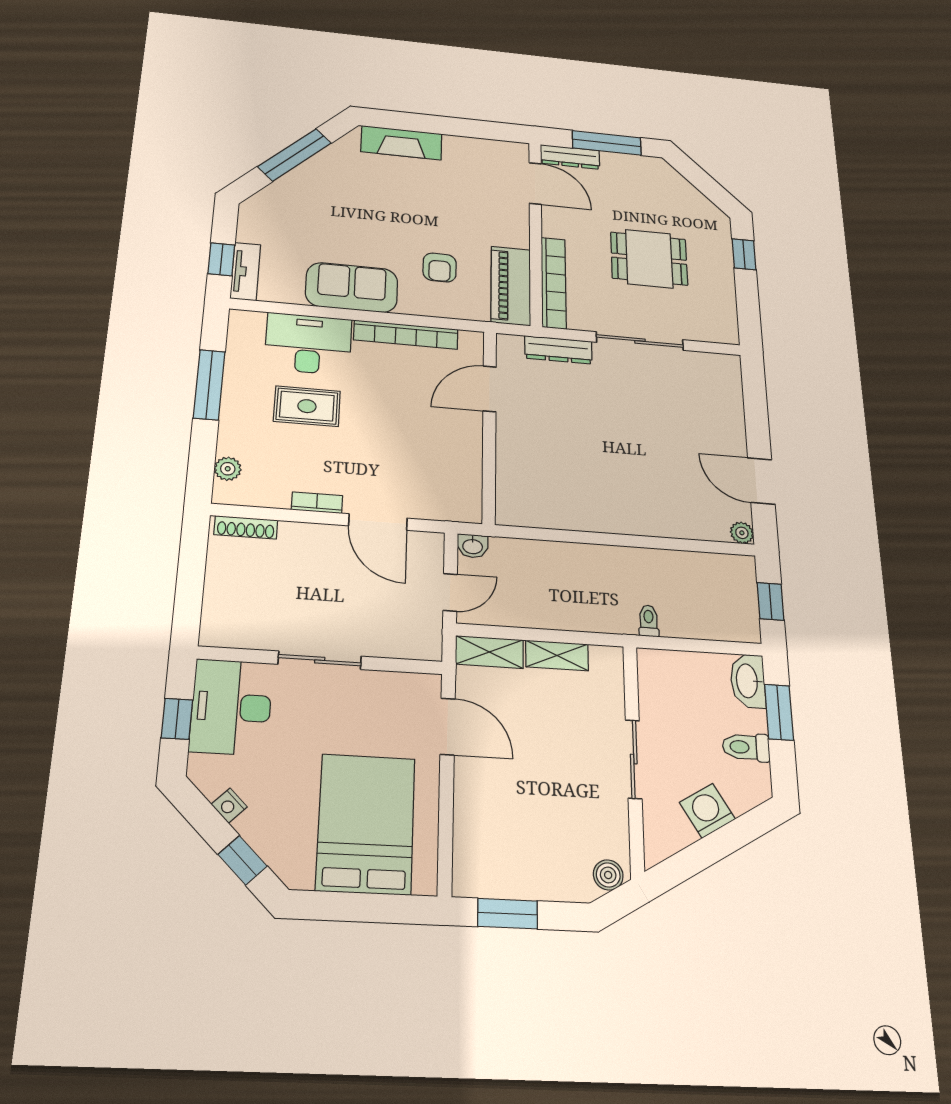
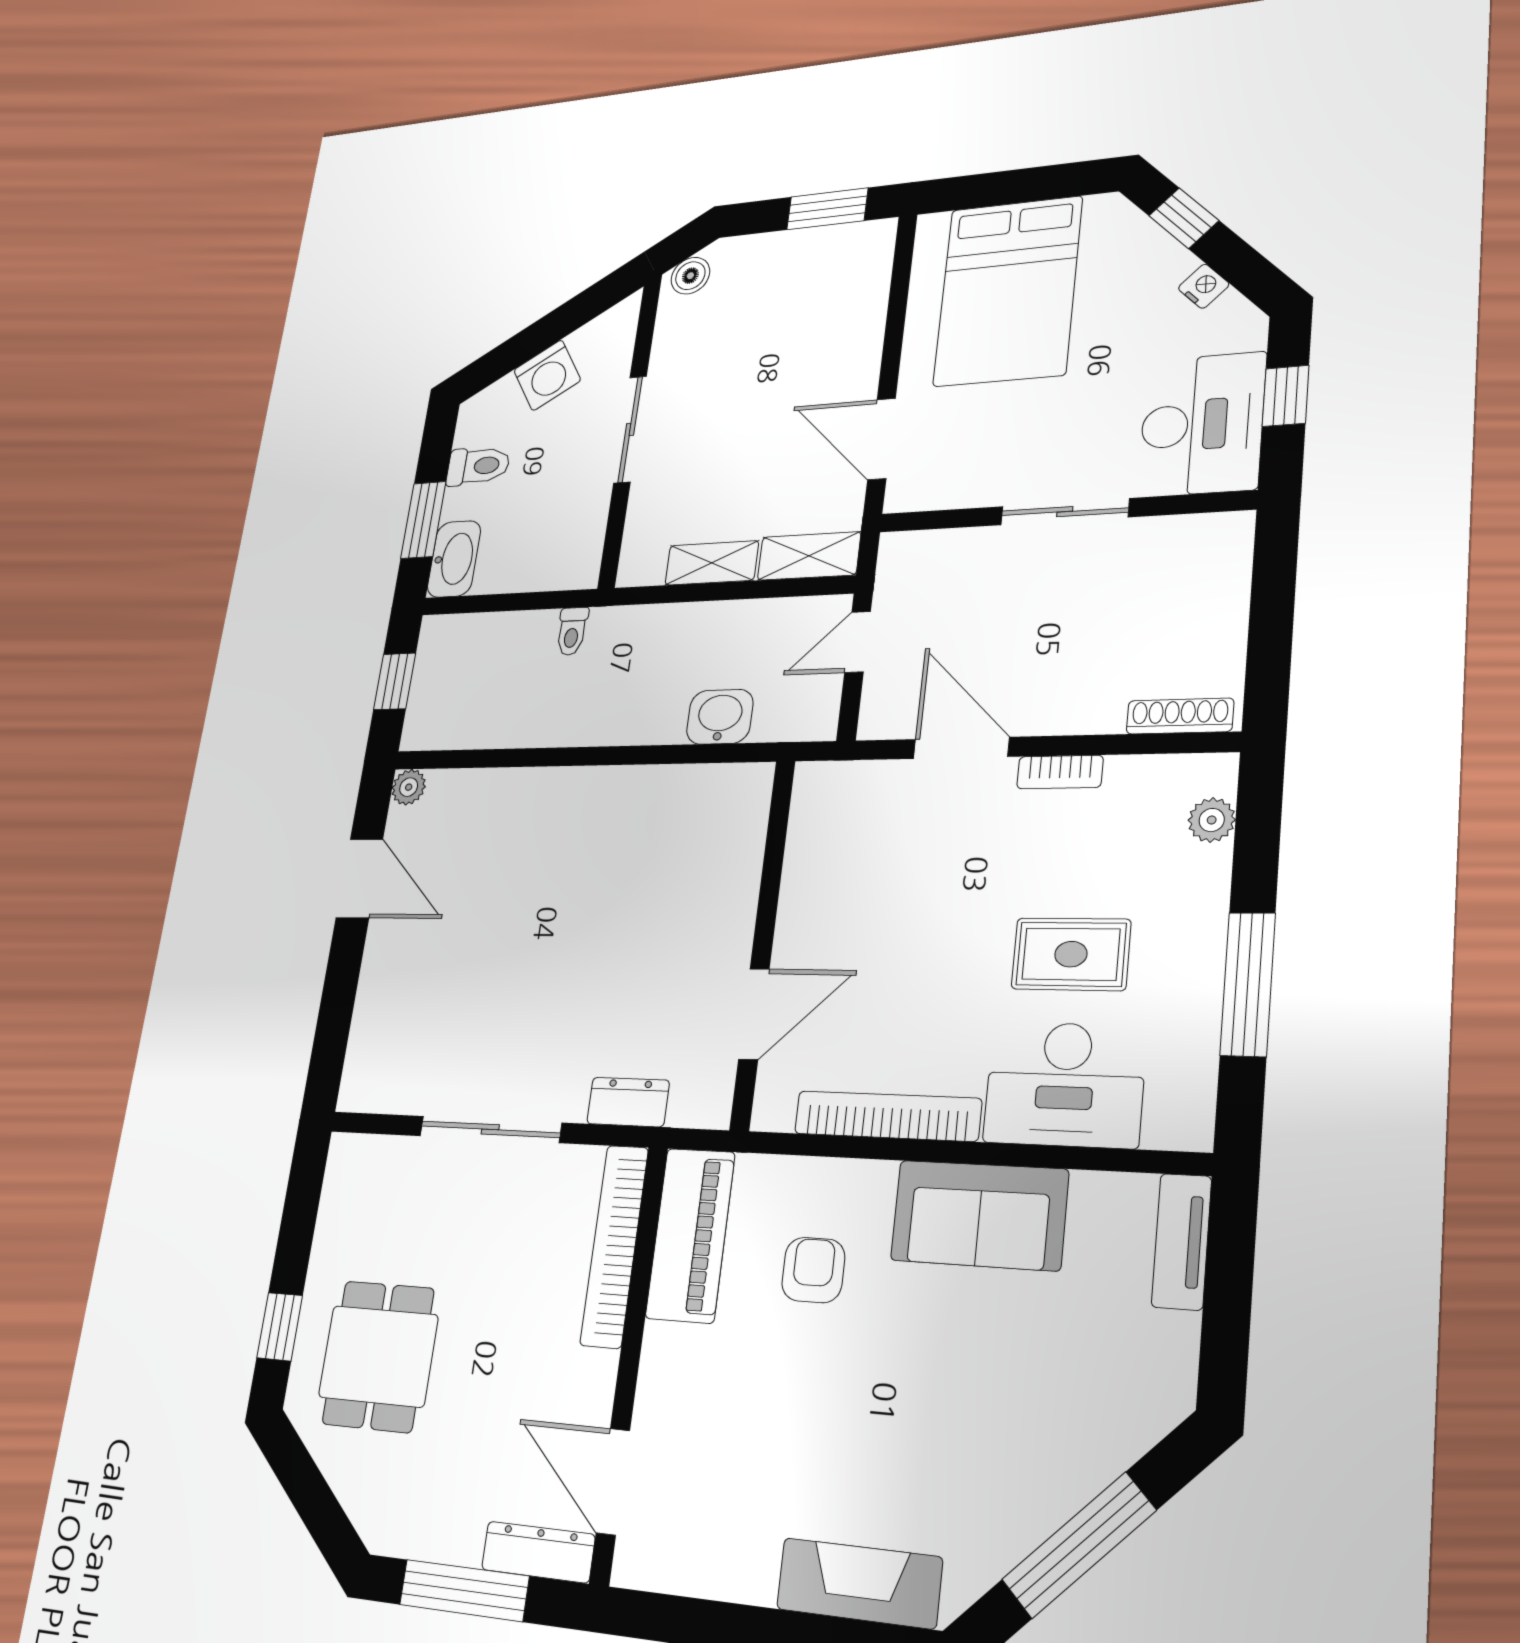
window: (221, 259) -> (1229, 1268), removed
dining table: (649, 259) -> (378, 1356), moved, turned 90
dresser: (558, 350) -> (628, 1102), width x0.70
washbasin: (473, 546) -> (720, 717), moved, width x1.38, depth x1.45

